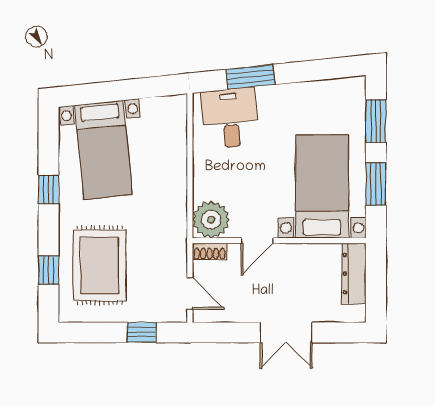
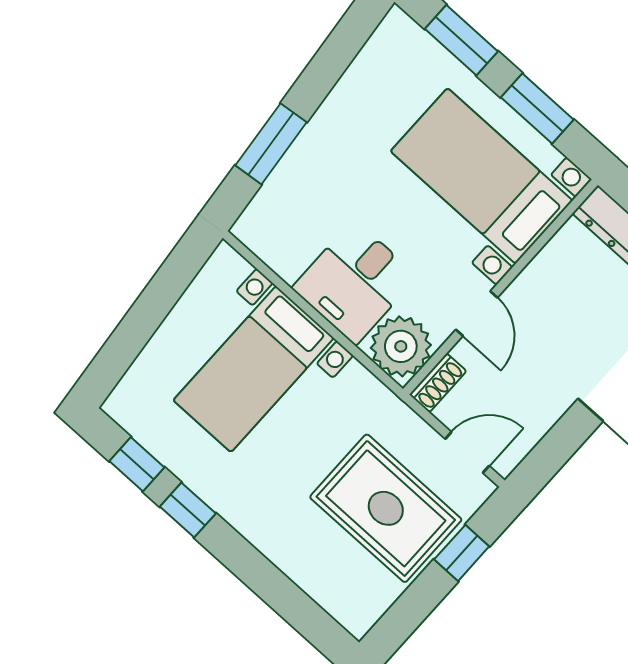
desk: (230, 118) -> (355, 282), moved, turned -84
bed with nightstands: (103, 150) -> (254, 369), moved, turned 96
rug: (100, 265) -> (386, 508), moved
window: (49, 270) -> (137, 464), moved

